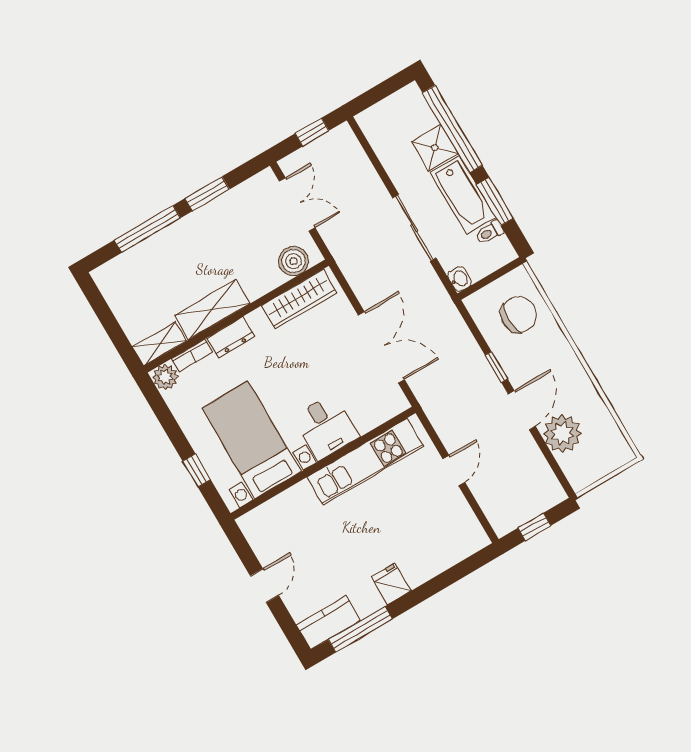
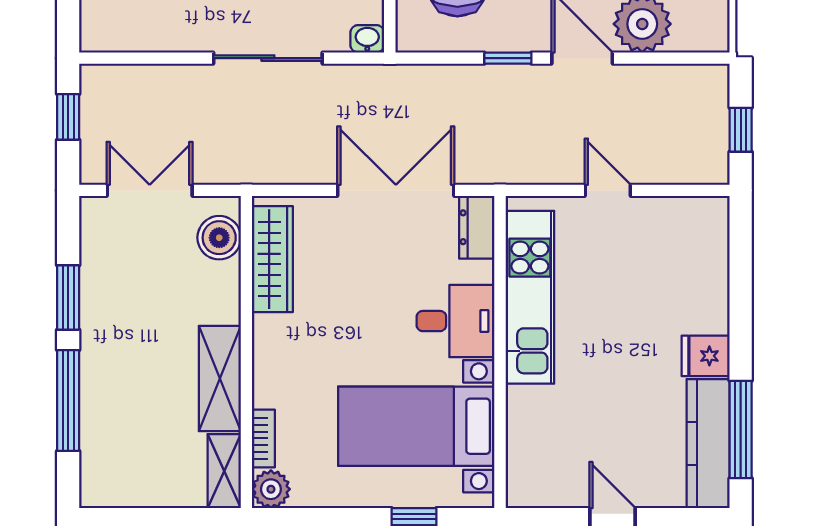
dresser: (231, 337) -> (477, 227), moved, turned 180
kitchen counter: (329, 623) -> (708, 444), width x1.50

